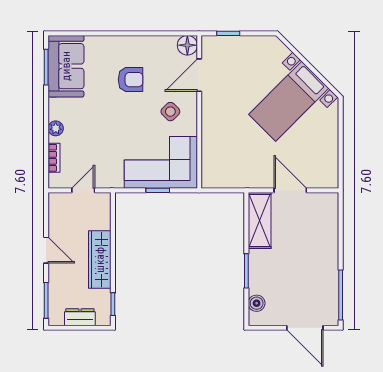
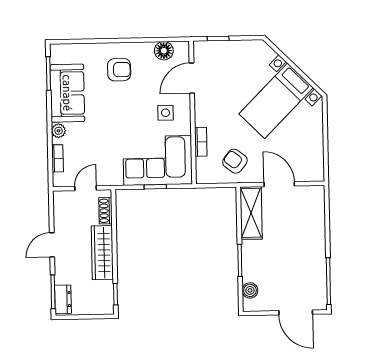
floor lamp: (187, 45) -> (164, 51), moved
sofa: (66, 66) -> (67, 93), moved
armchair: (131, 80) -> (119, 70), moved
side table: (170, 112) -> (166, 113), turned 45
bookcase: (207, 143) -> (201, 142), added
armchair: (243, 165) -> (235, 161), added
shoe rack: (104, 215) -> (105, 211), added
door: (46, 250) -> (52, 245), swing flipped
dresser: (80, 317) -> (63, 299), moved, turned 90

